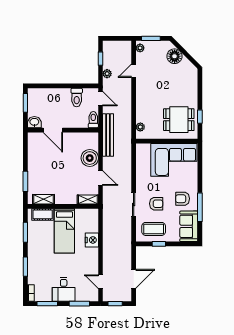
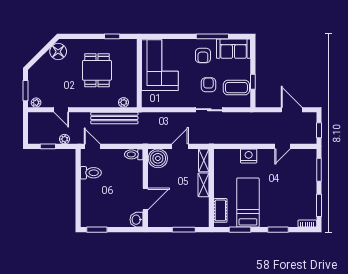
floor lamp: (175, 56) -> (58, 52), moved
door: (100, 99) -> (92, 146), hinge flipped
toilet: (93, 120) -> (134, 154), moved
dining table: (179, 120) -> (97, 70), moved
washbasin: (34, 122) -> (137, 220), moved
door: (53, 130) -> (145, 199), moved
wall: (63, 130) -> (145, 188), moved
bench: (108, 135) -> (114, 118), moved
shelving: (44, 199) -> (204, 185), moved
coffee table: (154, 229) -> (236, 88), turned 90
bed: (64, 231) -> (248, 202), moved, turned -90
door: (100, 282) -> (282, 146), moved
desk: (64, 289) -> (303, 187), removed

